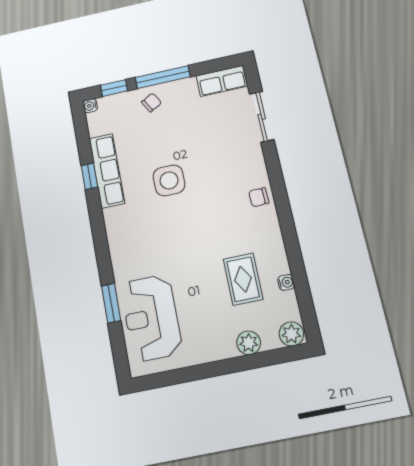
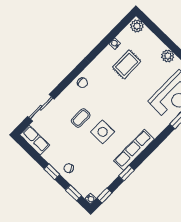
window: (163, 77) -> (52, 172), width x0.46
window: (81, 127) -> (105, 195), added
coffee table: (210, 162) -> (81, 118), added
row of seats: (107, 171) -> (134, 150), moved
plant: (249, 343) -> (168, 56), moved

